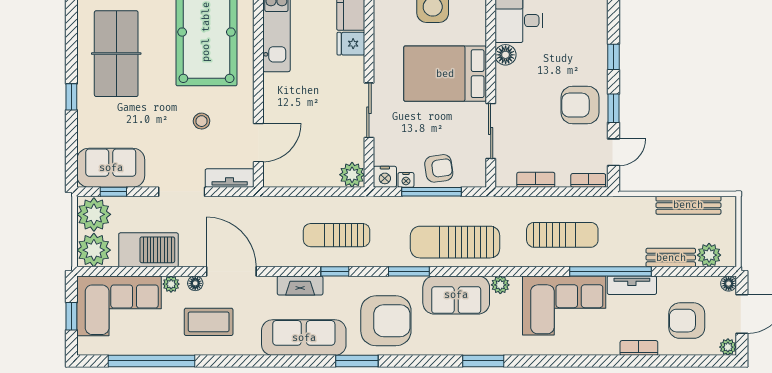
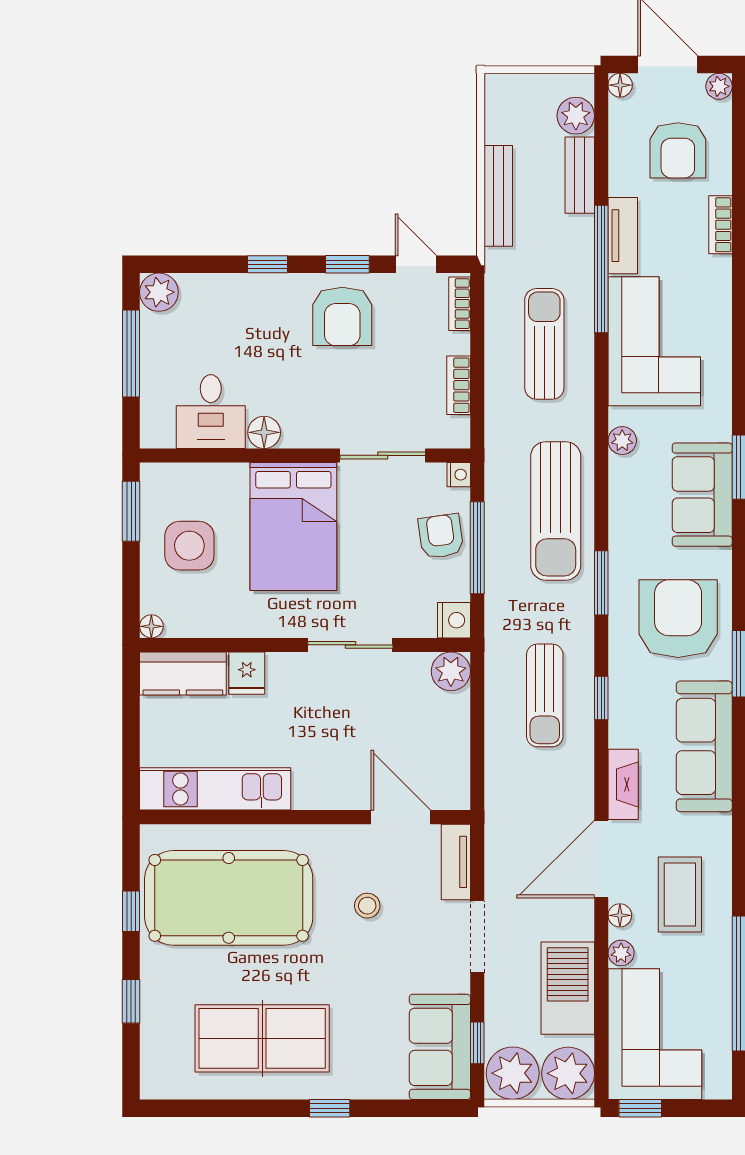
nightstand: (406, 180) -> (459, 475), moved
bench: (688, 205) -> (498, 196), moved
fireplace: (300, 285) -> (623, 784), moved
sofa: (456, 295) -> (702, 495), moved, turned 180
window: (71, 316) -> (640, 1108), moved

